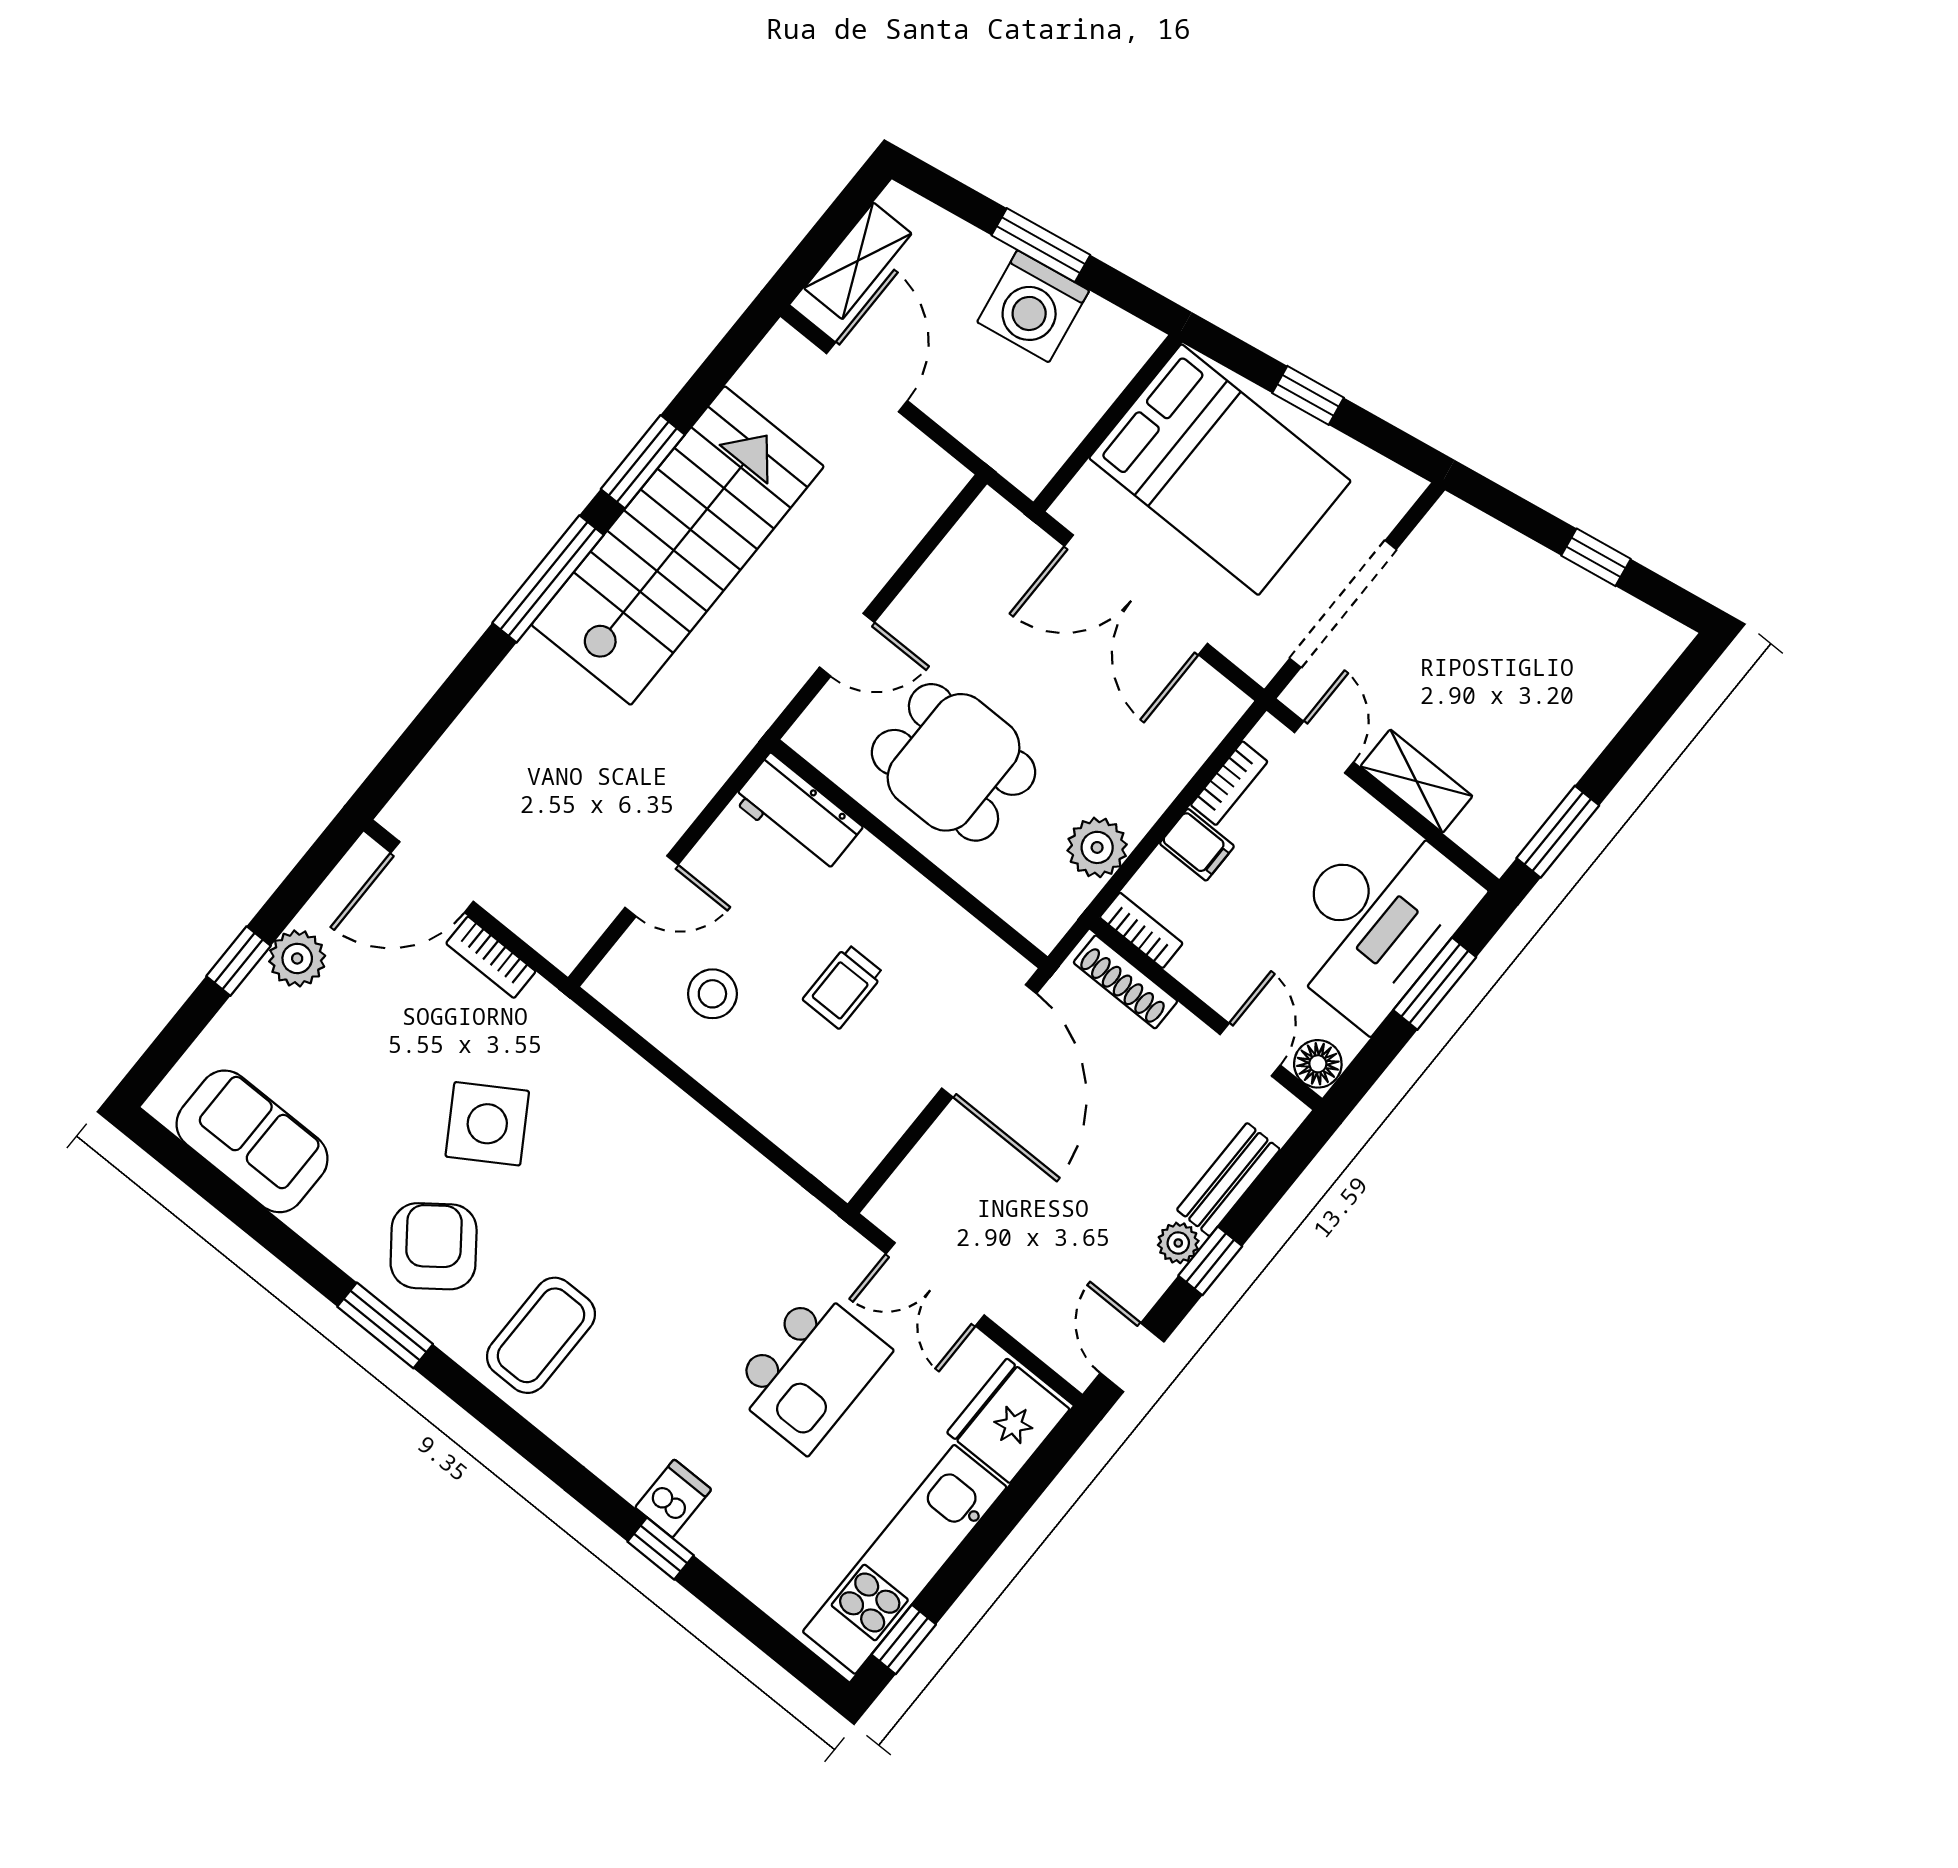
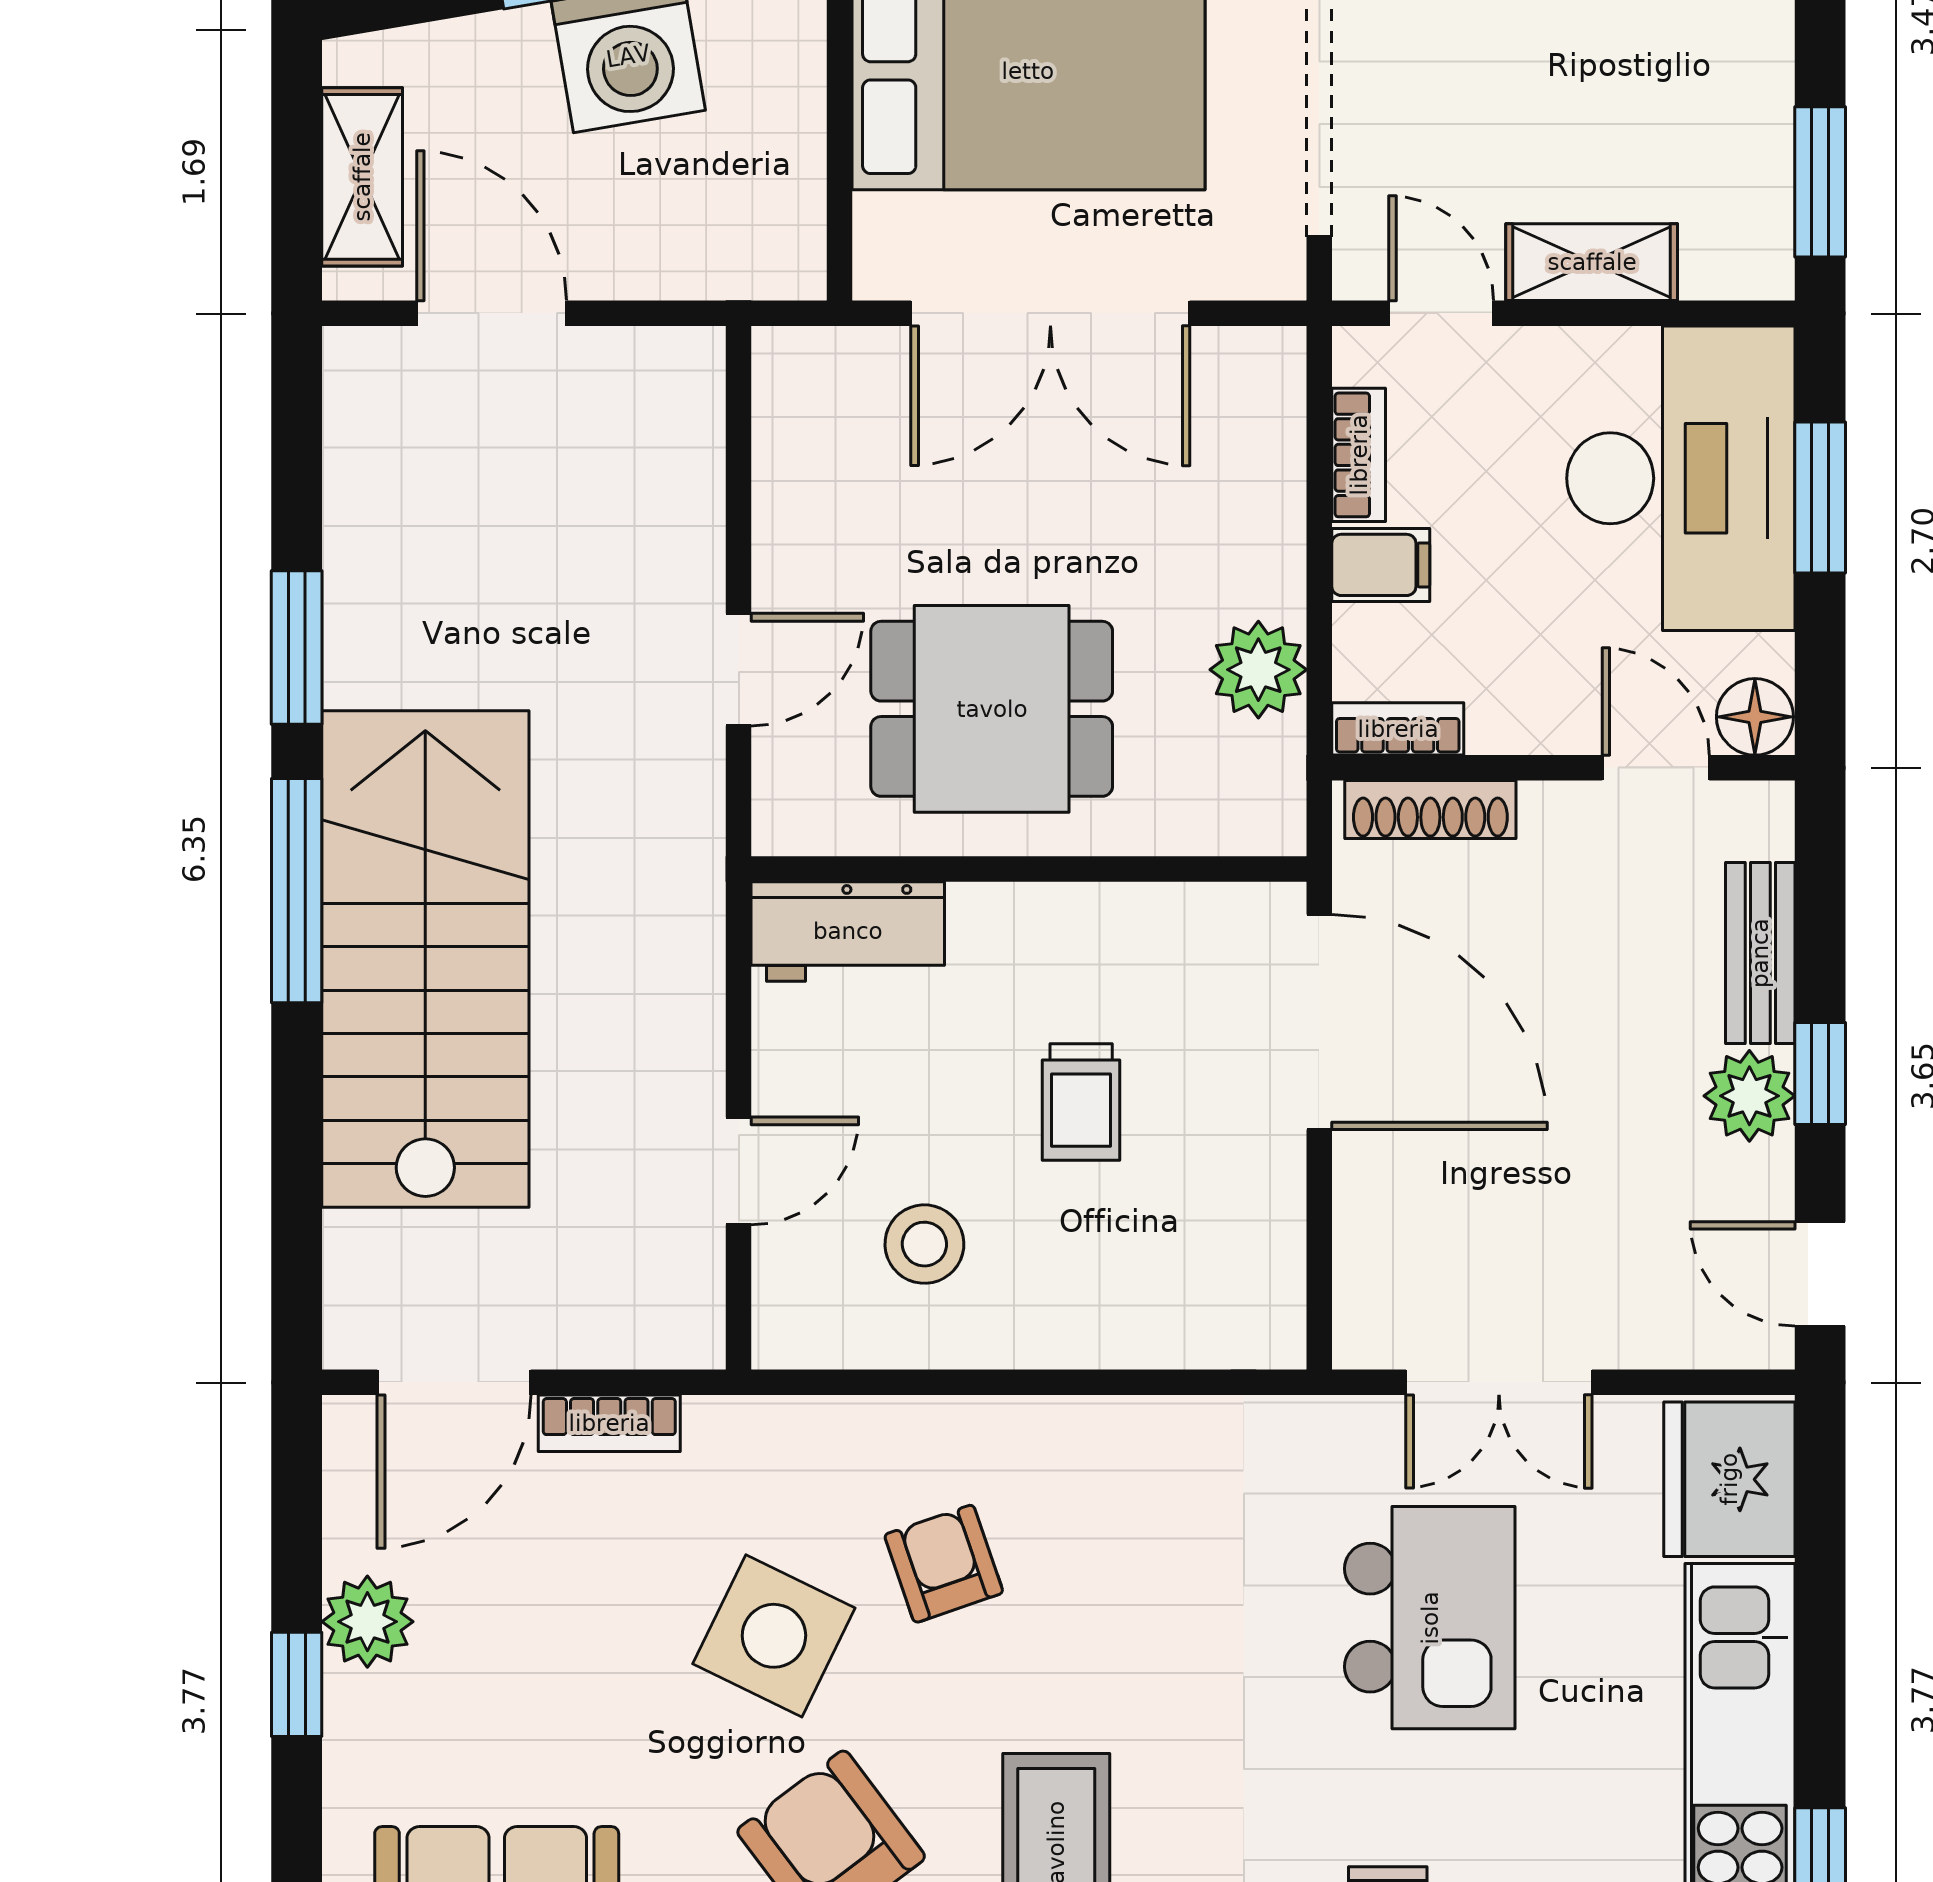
stairs: (678, 546) -> (425, 959), moved
side table: (487, 1124) -> (774, 1636), turned -32
armchair: (597, 1155) -> (944, 1564), added
plant: (1178, 1243) -> (1749, 1096), width x1.38, depth x1.38

